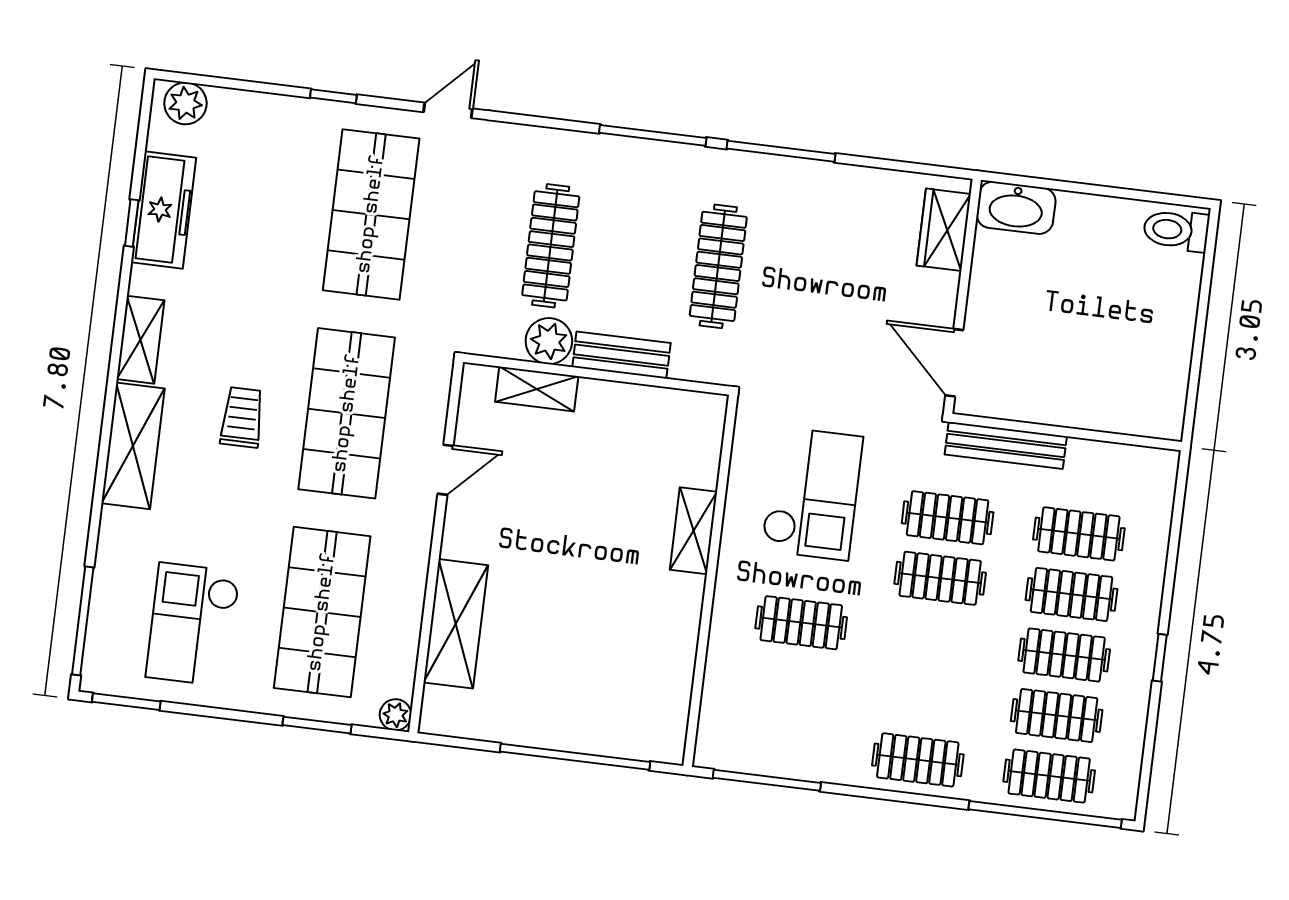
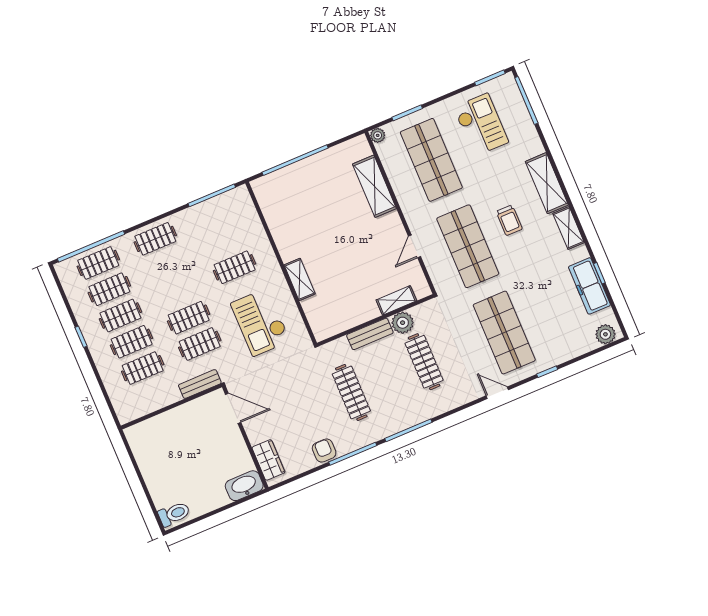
door: (448, 110) -> (497, 393), swing flipped
armchair: (831, 188) -> (324, 451), added
bench: (1006, 445) -> (200, 384), width x0.73

